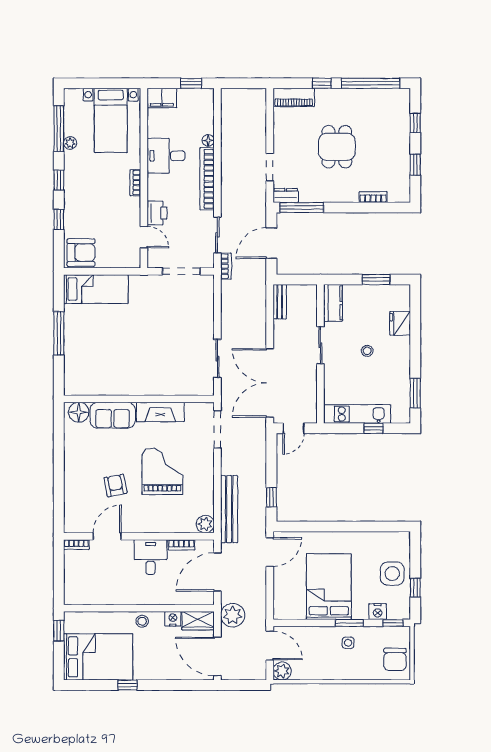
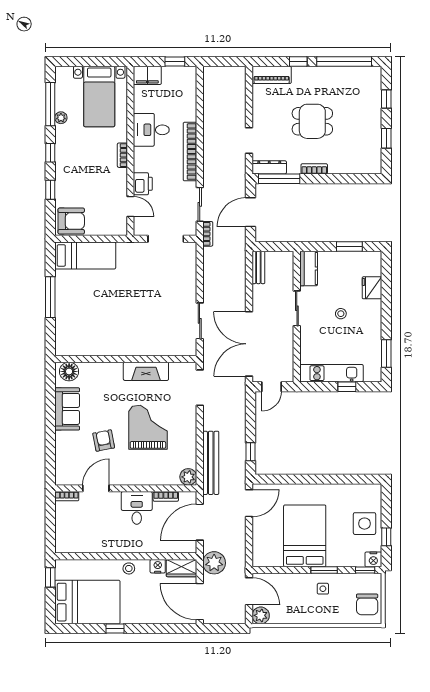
floor lamp: (208, 140) -> (191, 115), removed
dining table: (337, 147) -> (312, 121), turned 90
dresser: (286, 196) -> (269, 167), width x1.44
bookcase: (373, 197) -> (314, 169), moved
sofa: (113, 415) -> (67, 409), moved, turned -90
nightstand: (378, 612) -> (373, 559), moved

